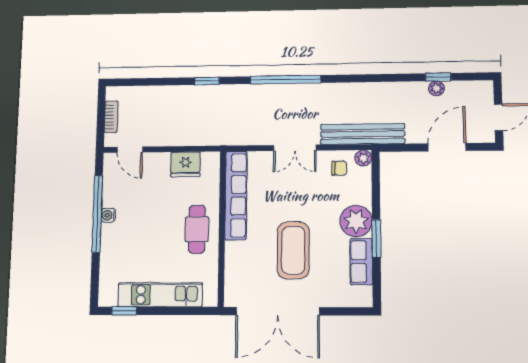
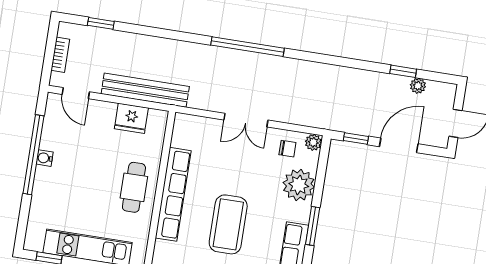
window: (207, 81) -> (101, 23), moved
plant: (436, 88) -> (418, 86), moved
bench: (363, 134) -> (145, 90), moved
window: (404, 148) -> (356, 139), added
row of seats: (236, 195) -> (173, 194), moved
plant: (356, 221) -> (299, 185), moved

